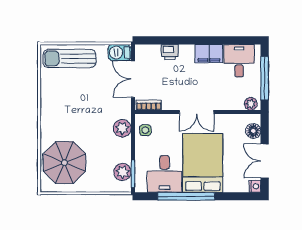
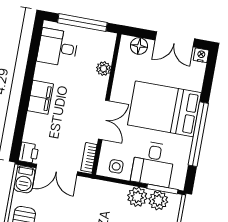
printer: (170, 52) -> (28, 153), moved
filing cabinet: (209, 54) -> (40, 97), moved
plant: (251, 104) -> (104, 69), moved
double door: (197, 112) -> (104, 120), moved
plant: (122, 128) -> (137, 197), moved
desk: (165, 174) -> (153, 164), moved, turned 90

